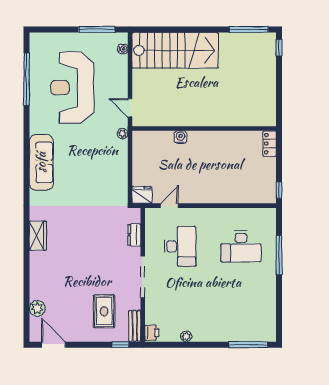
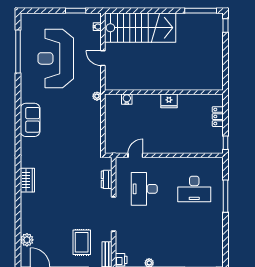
window: (97, 29) -> (76, 11), width x0.69
door: (130, 108) -> (103, 58), moved
water cooler: (181, 137) -> (127, 99), moved
locker: (270, 144) -> (218, 117), moved
sofa: (41, 162) -> (30, 120), width x0.73
fridge: (142, 195) -> (169, 101), moved, turned 180
desk: (180, 246) -> (144, 189), turned 180

